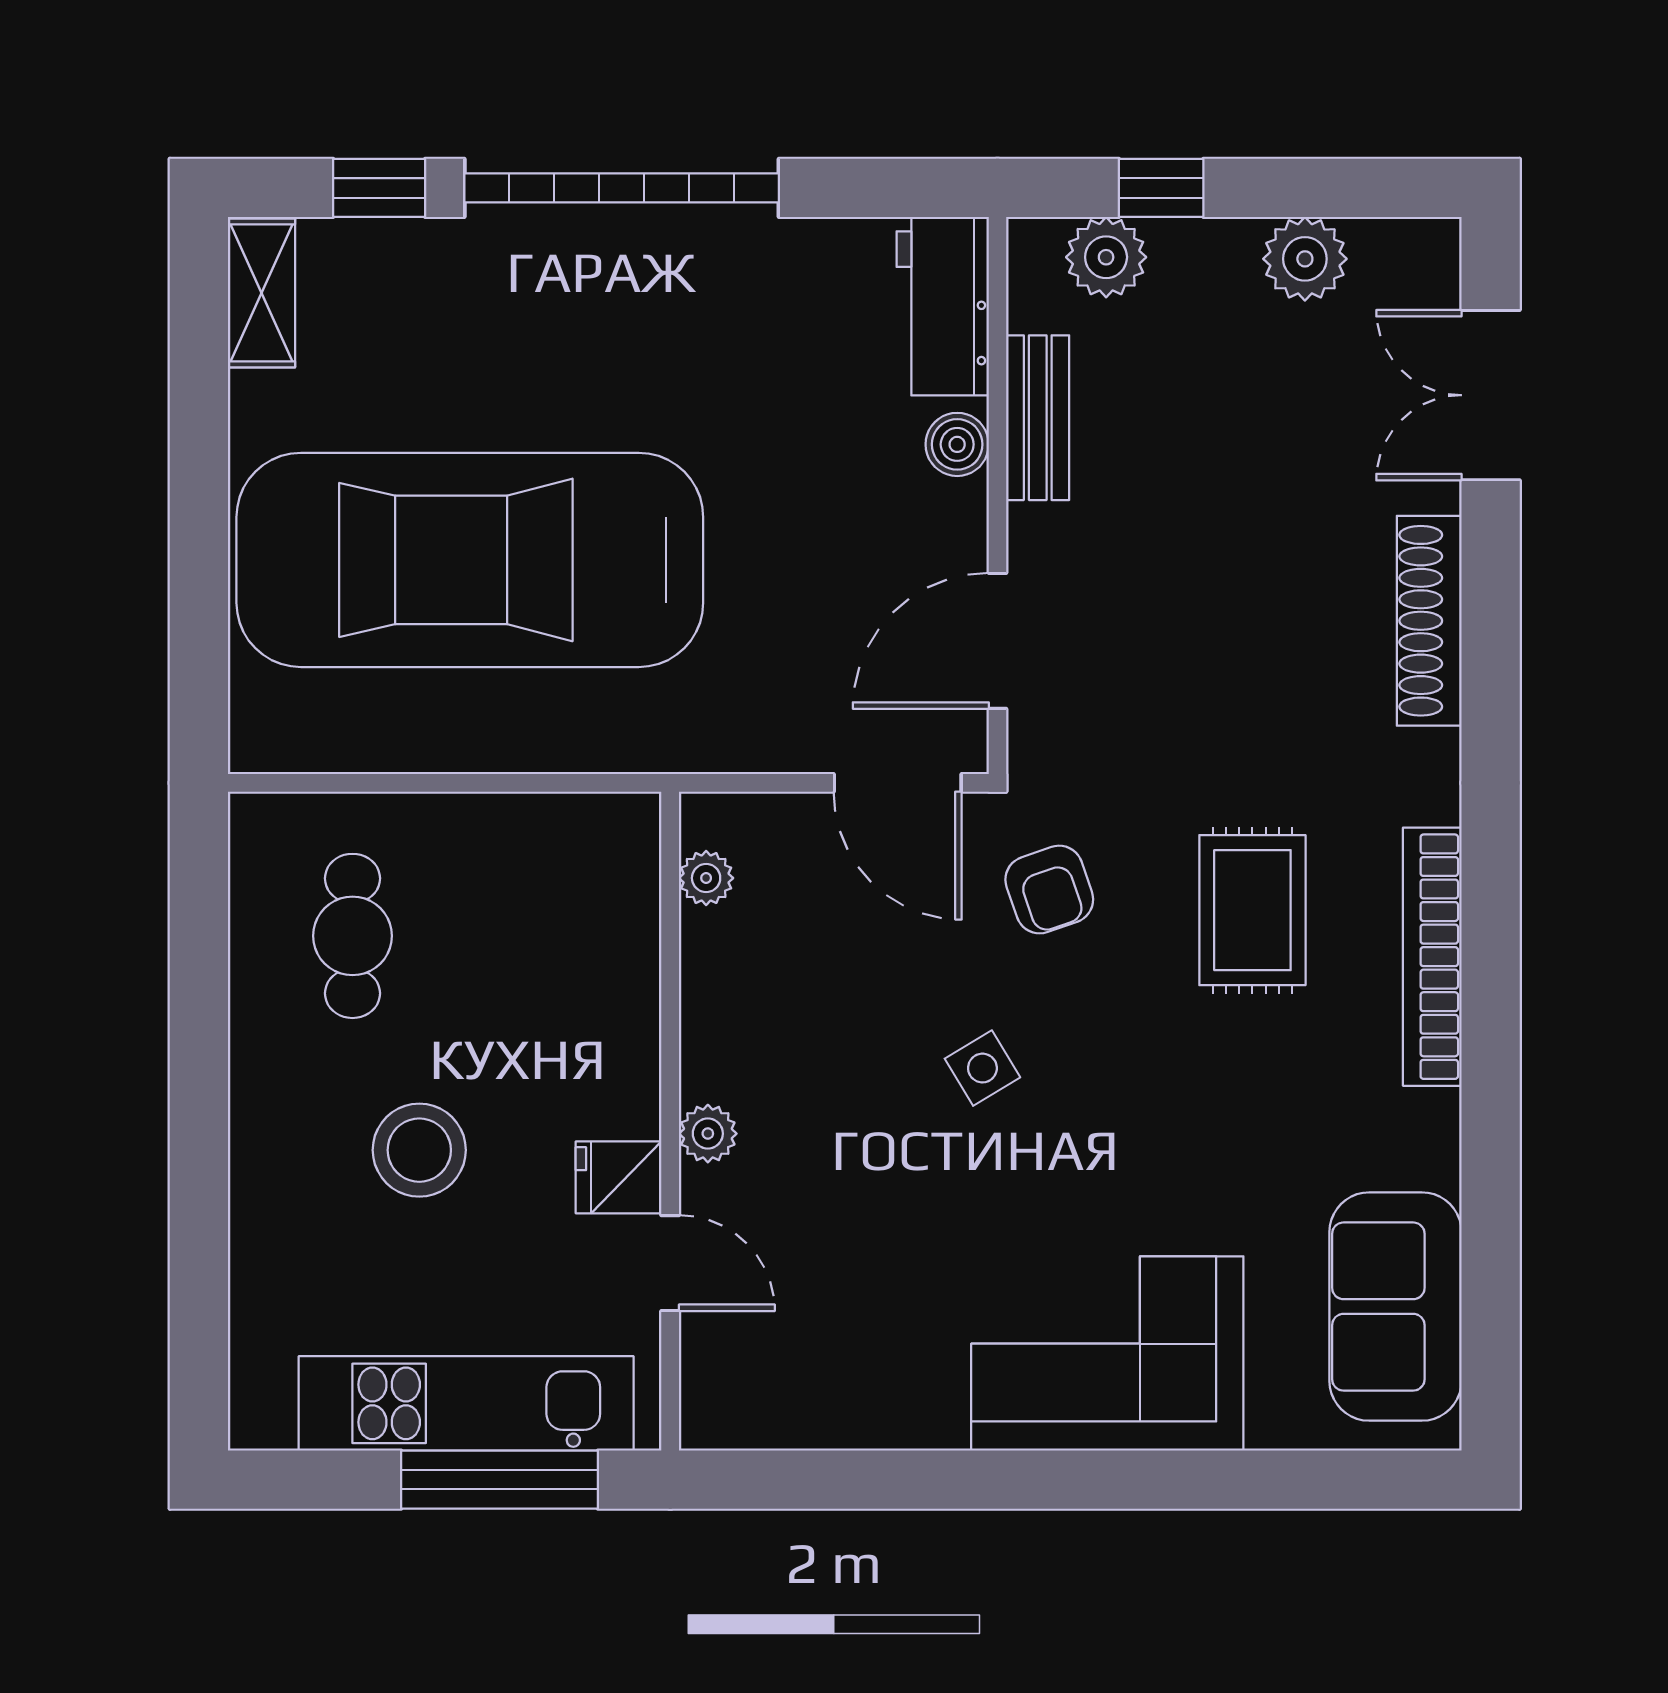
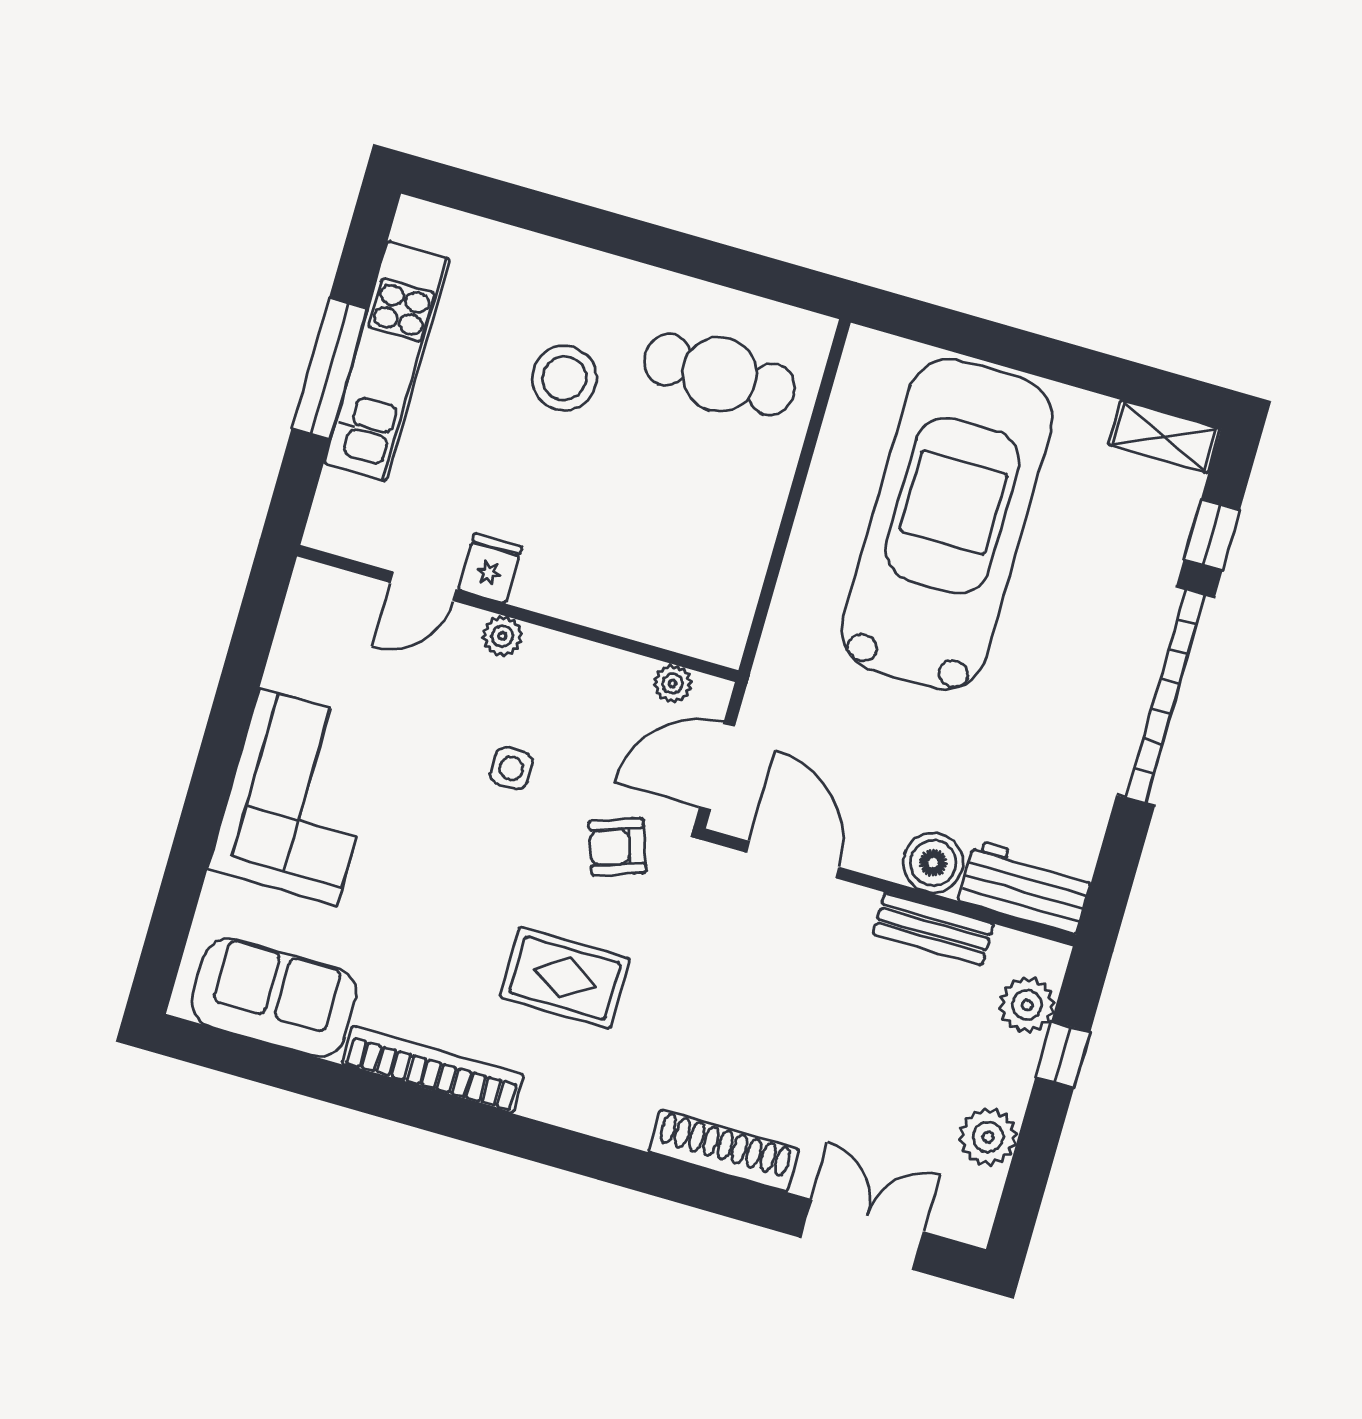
boiler: (957, 444) -> (933, 863), width x1.36, depth x1.36
plant: (706, 878) -> (672, 684), moved
cafe table: (352, 936) -> (719, 374), width x1.37, depth x1.35
bookcase: (1432, 957) -> (433, 1069), moved
side table: (982, 1068) -> (511, 768), turned 31
wall: (670, 1121) -> (518, 613), moved
plant: (708, 1134) -> (502, 636), moved
fridge: (619, 1177) -> (490, 568), moved
door: (670, 1263) -> (423, 586), moved

